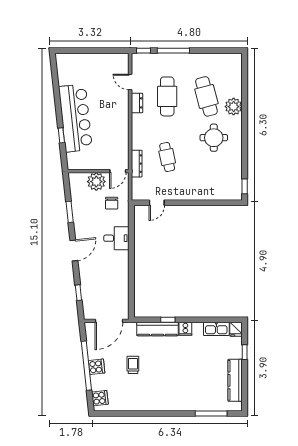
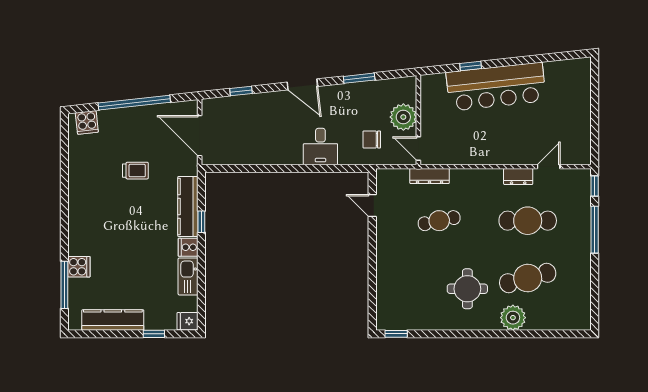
kitchen sink: (216, 329) -> (188, 276), moved
cooker: (97, 367) -> (79, 267), moved, turned -84

